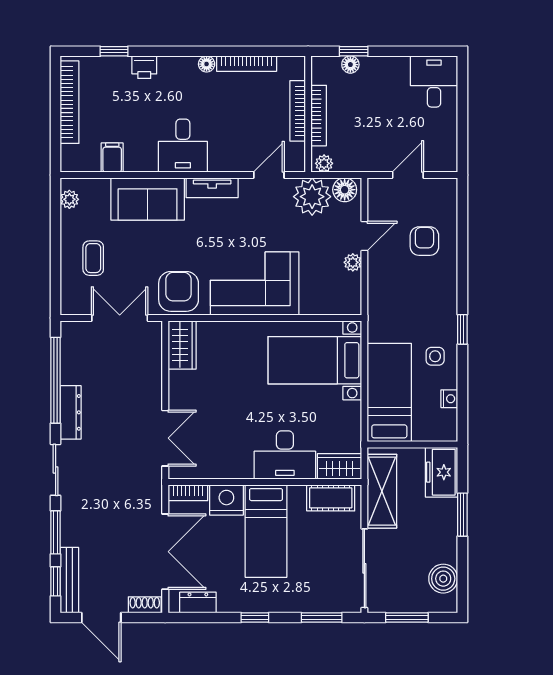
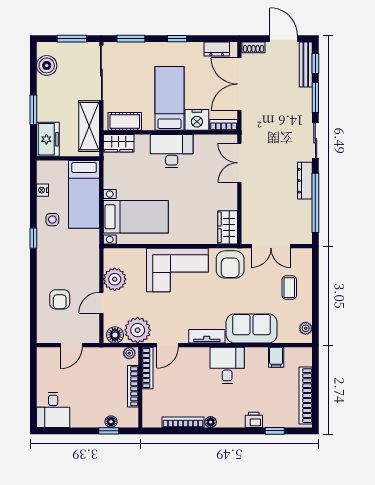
bookcase: (298, 111) -> (148, 368), moved
plant: (353, 262) -> (115, 279), width x1.87, depth x1.87
desk: (285, 455) -> (172, 151), moved

